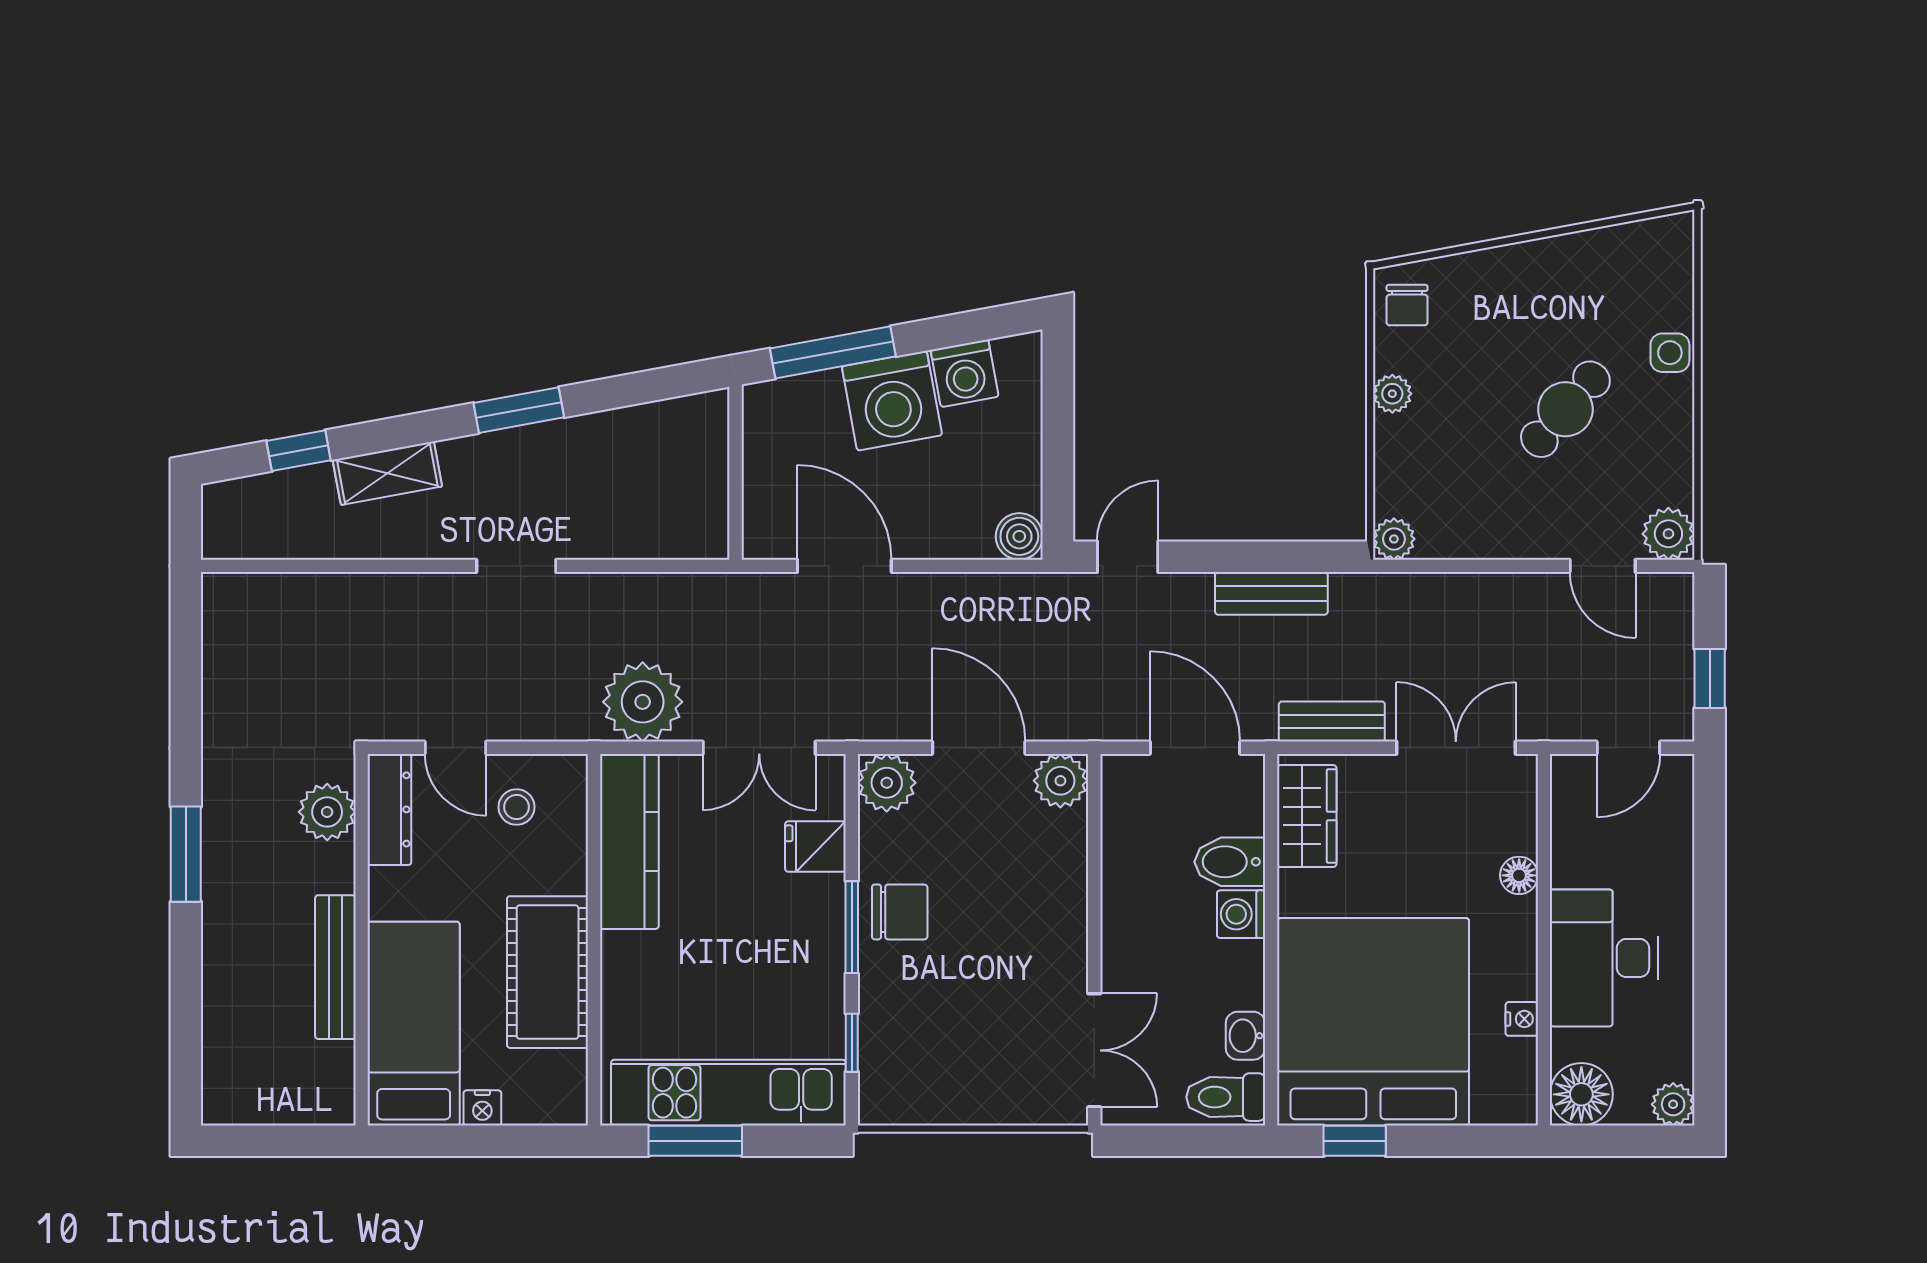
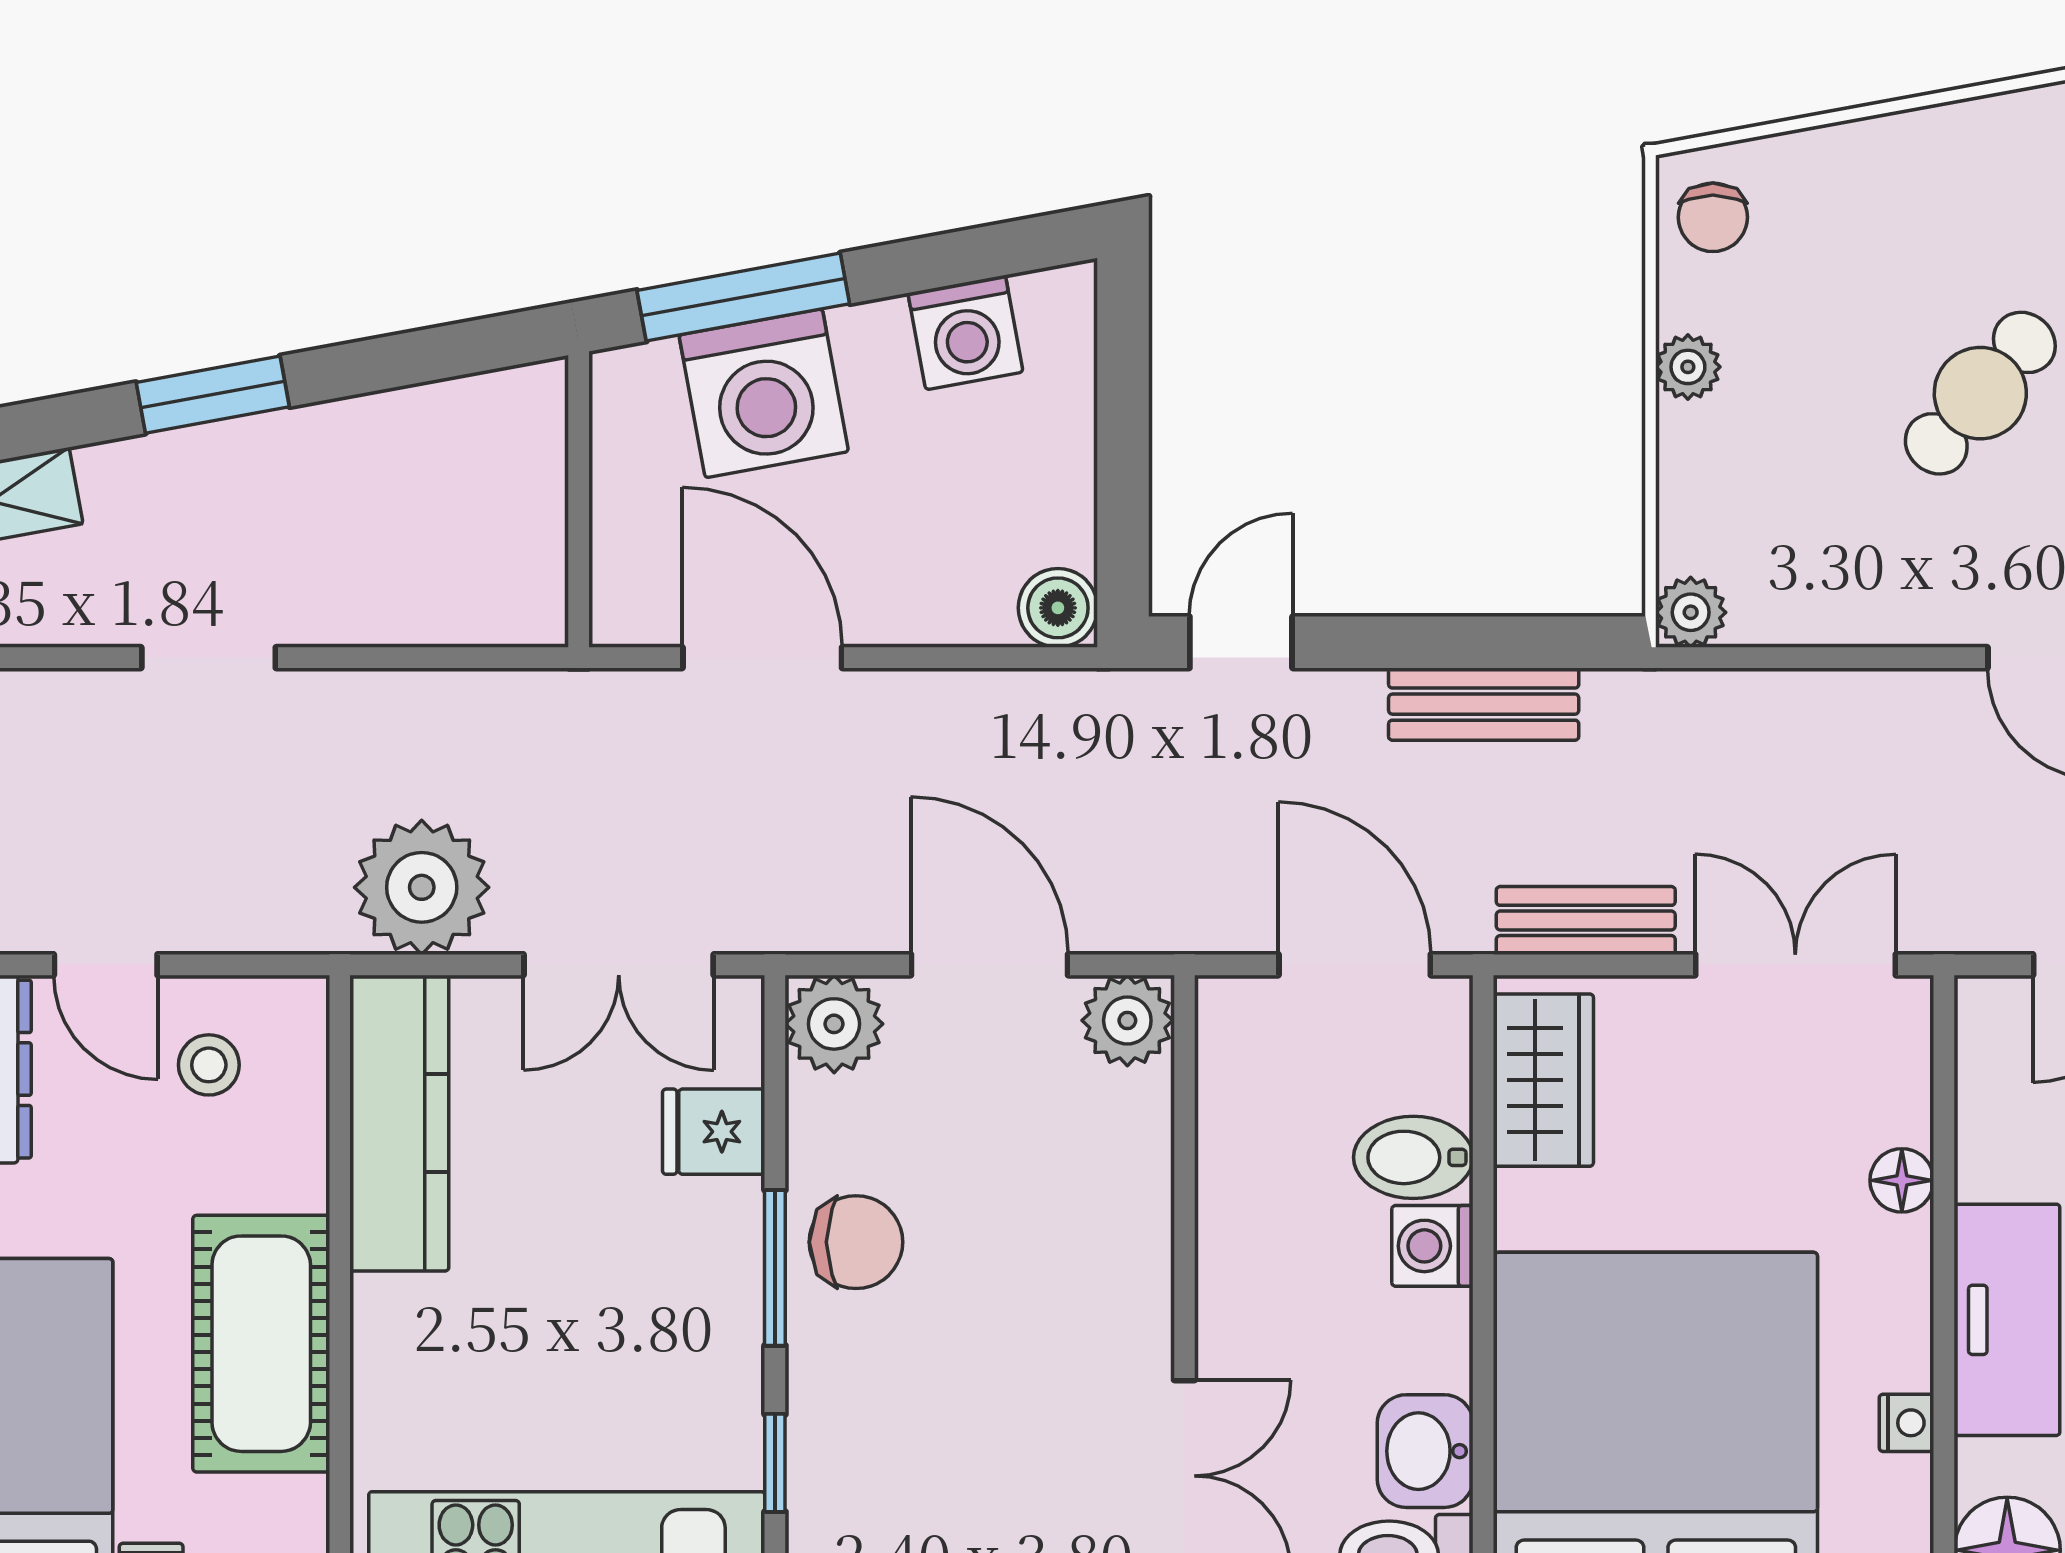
washing machine: (892, 401) -> (764, 393), moved
washbasin: (1245, 1036) -> (1425, 1451), width x1.38, depth x1.45

